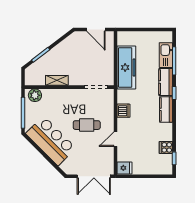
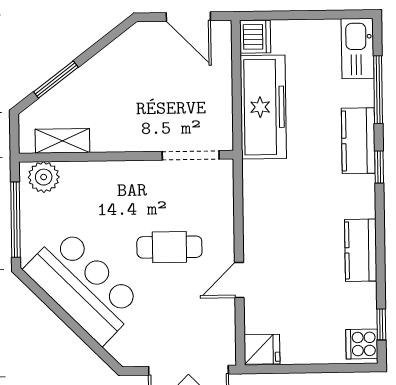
kitchen sink: (166, 55) -> (358, 48), moved
shelving: (57, 80) -> (62, 141), moved
kitchen counter: (166, 109) -> (361, 250), moved
dishwasher: (123, 111) -> (255, 37), moved
cooker: (166, 147) -> (362, 344), moved

